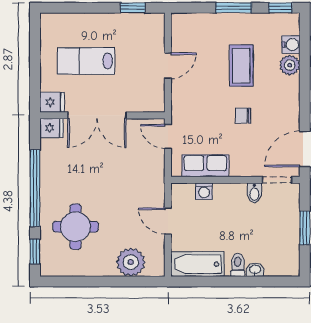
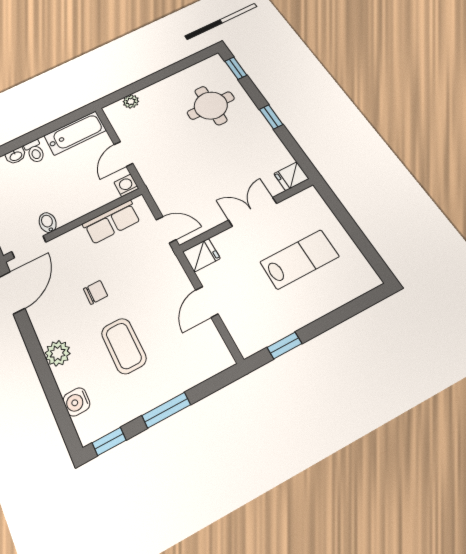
plant: (290, 65) -> (58, 353), moved
fridge: (52, 102) -> (201, 255), moved, turned 180
double door: (97, 115) -> (253, 212), width x0.73
window: (35, 188) -> (271, 117), width x0.32
washing machine: (204, 191) -> (126, 185), moved
door: (168, 221) -> (123, 154), swing flipped
plant: (131, 262) -> (131, 101), width x0.53, depth x0.53

